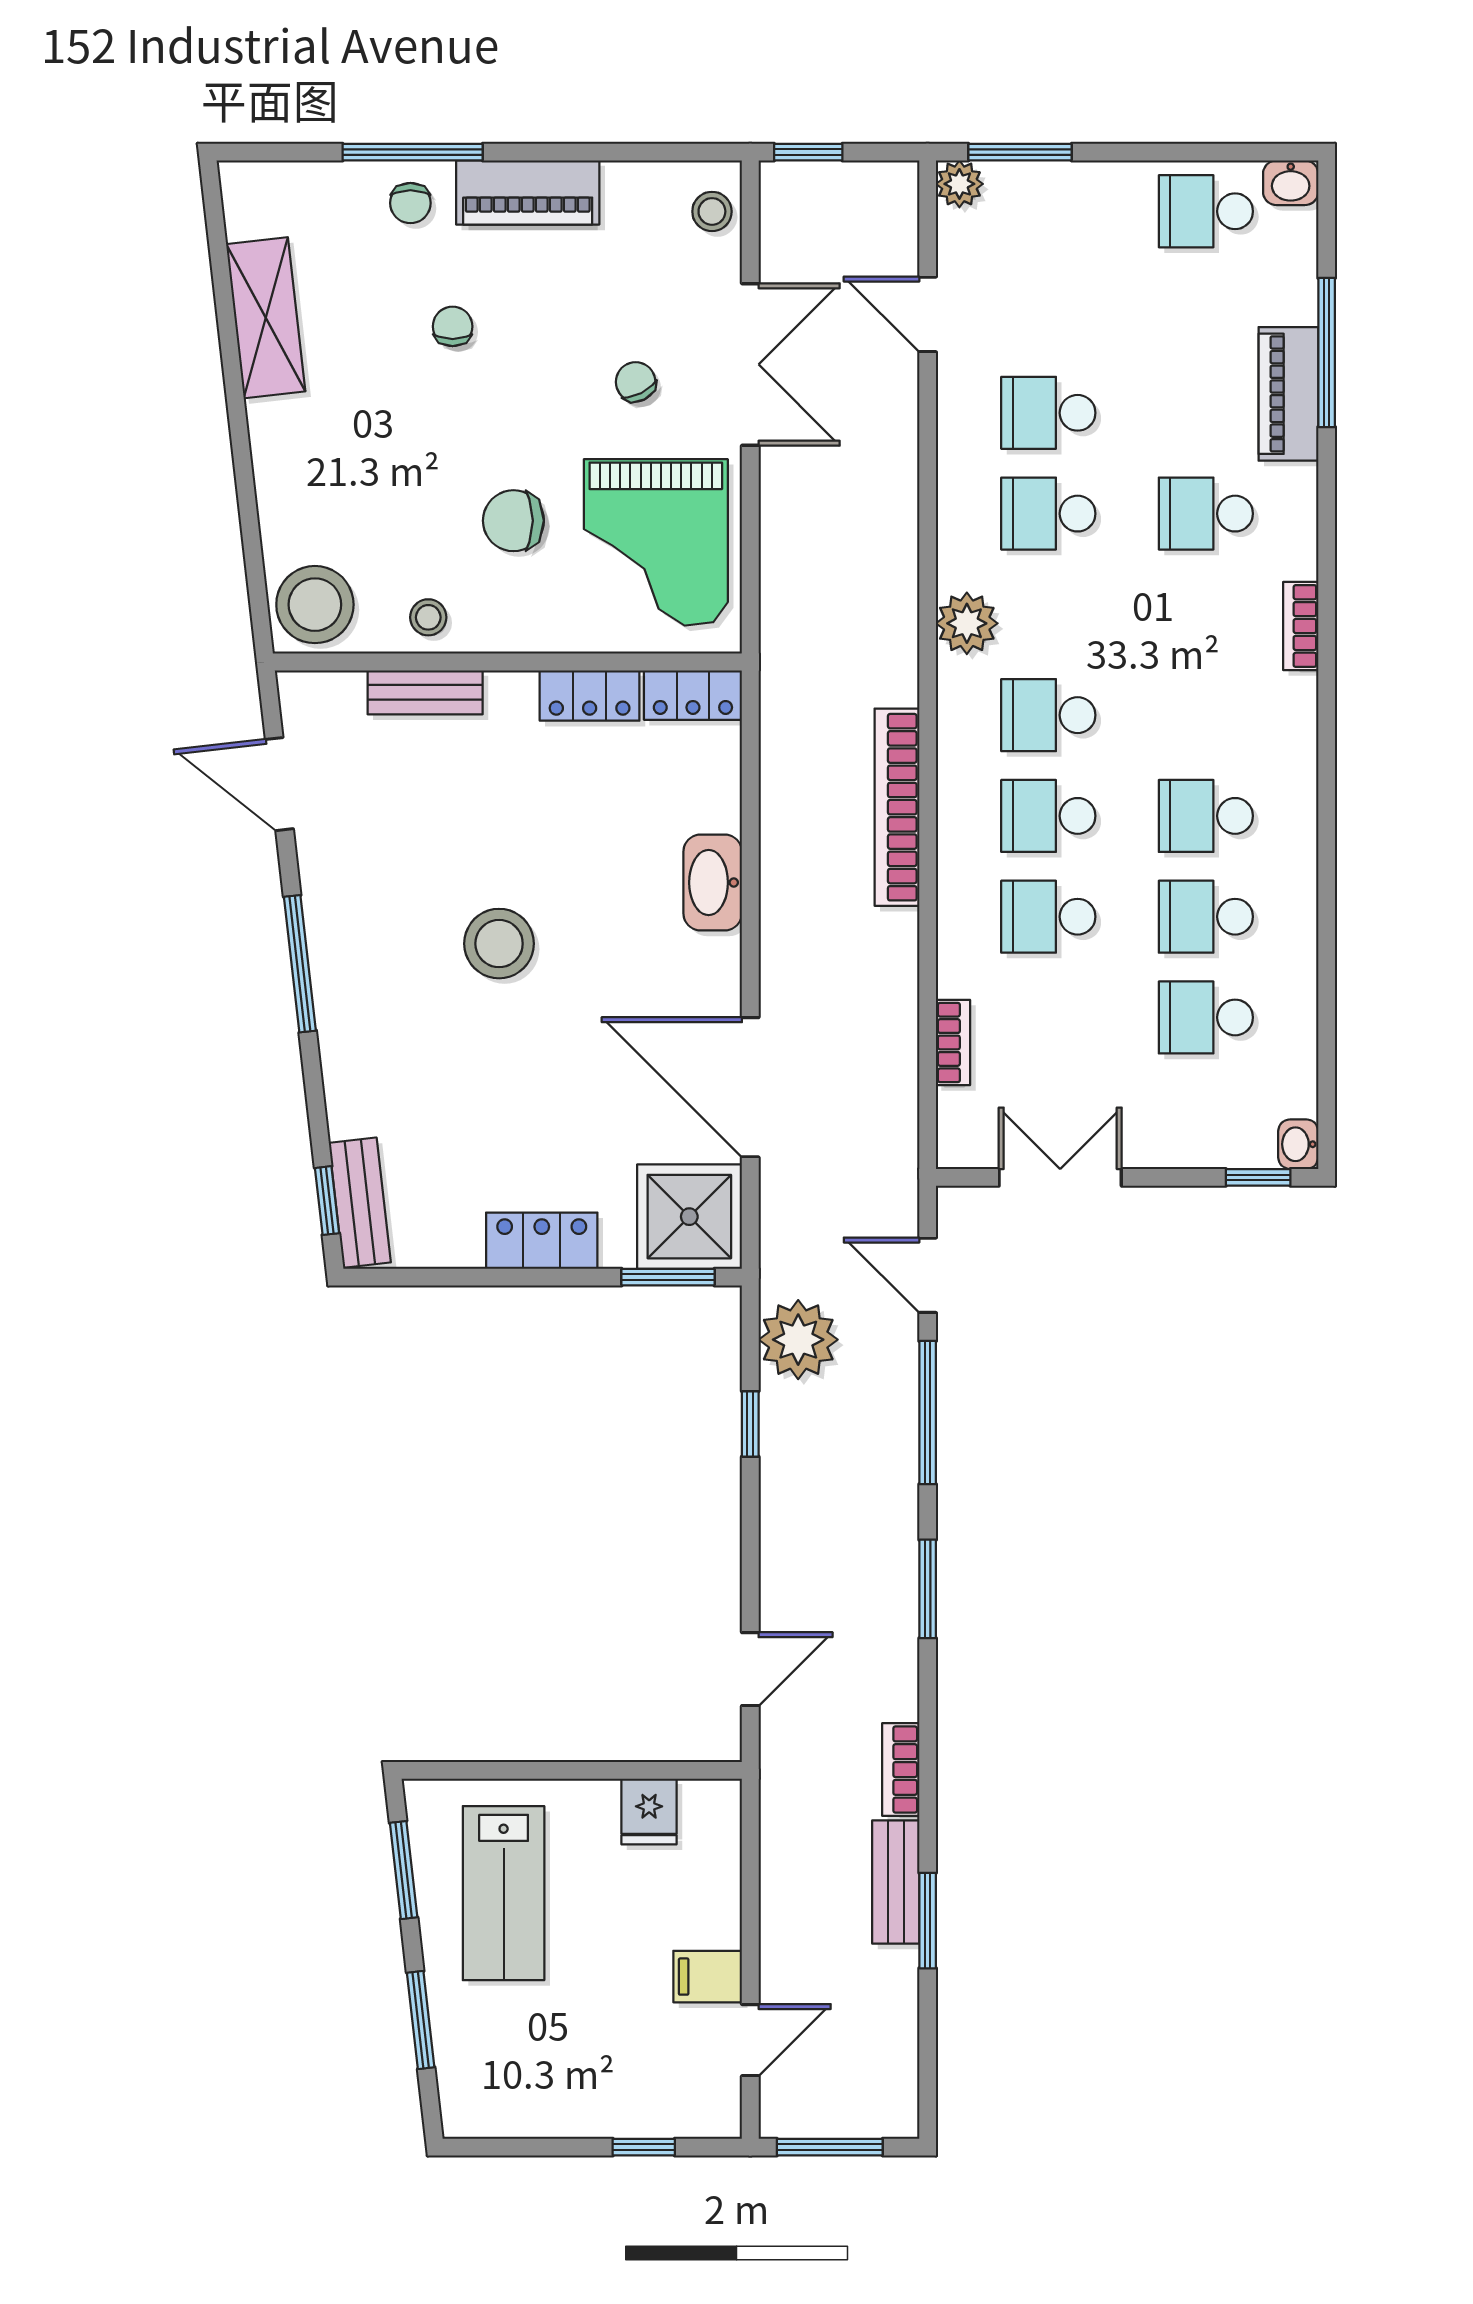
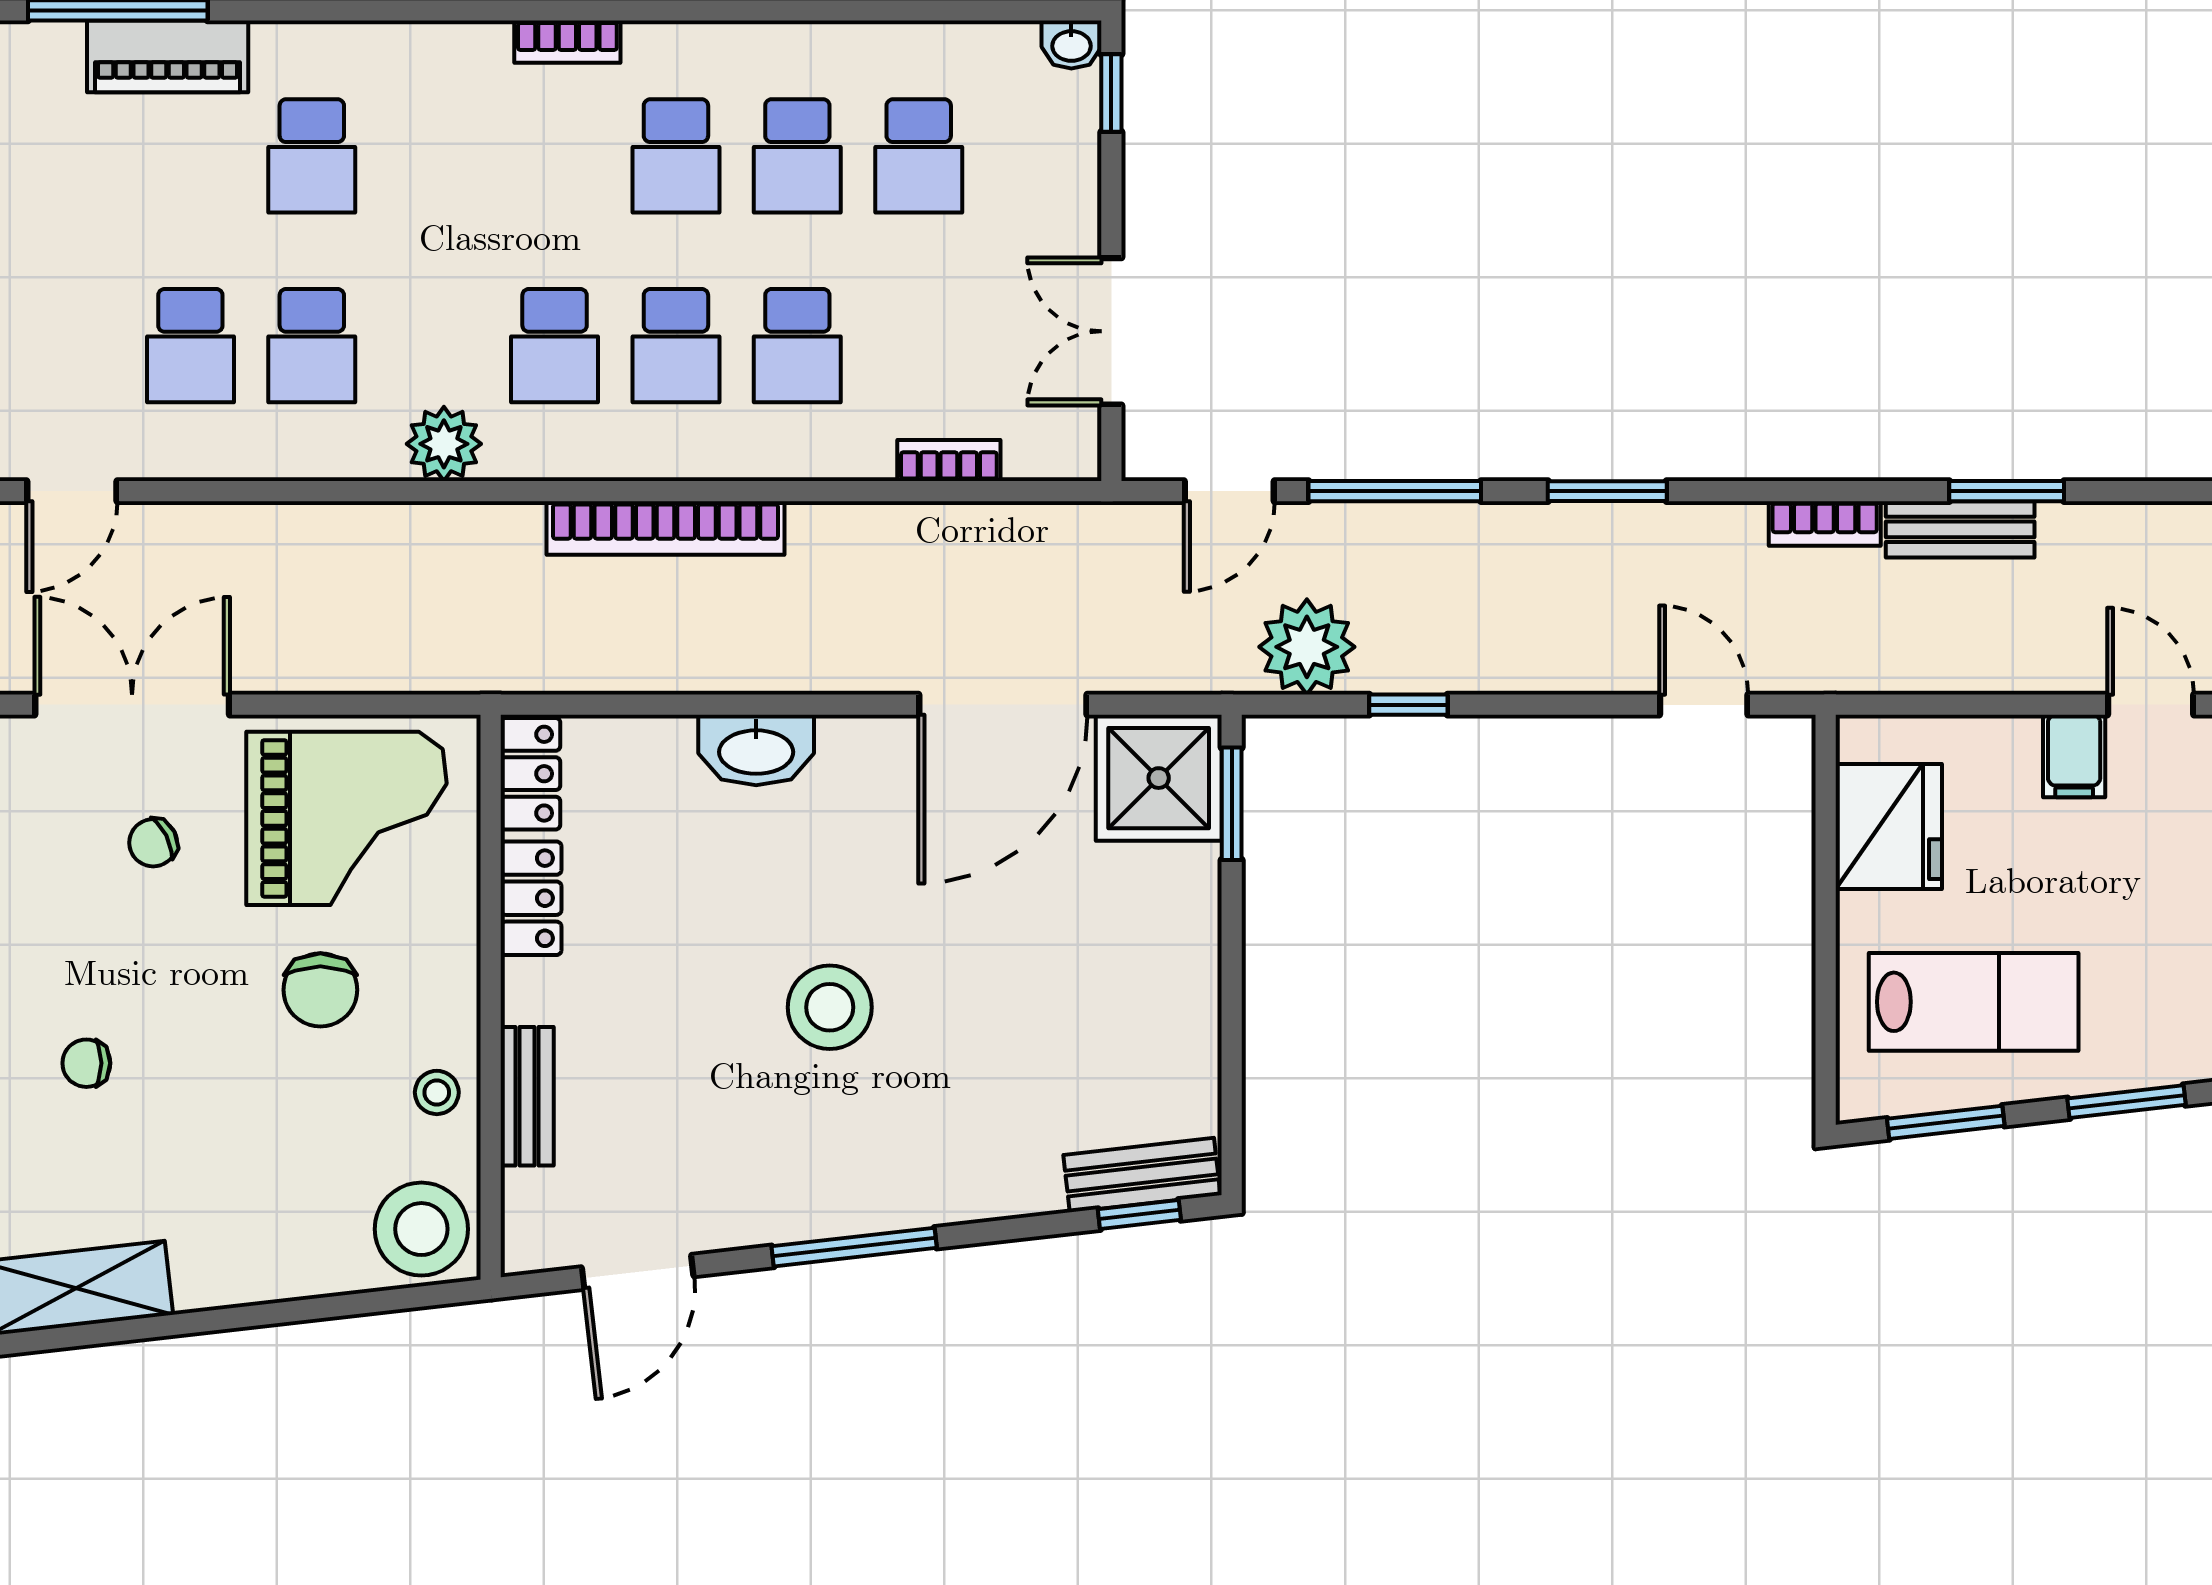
bookcase: (1301, 626) -> (567, 42), moved
locker: (542, 1241) -> (1188, 956), removed
fridge: (649, 1812) -> (1889, 827), width x1.88, depth x1.34

